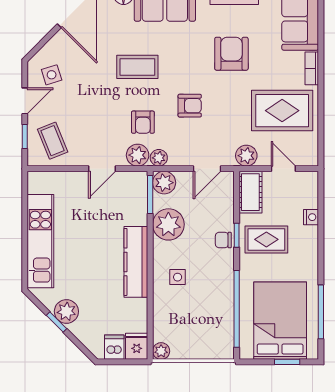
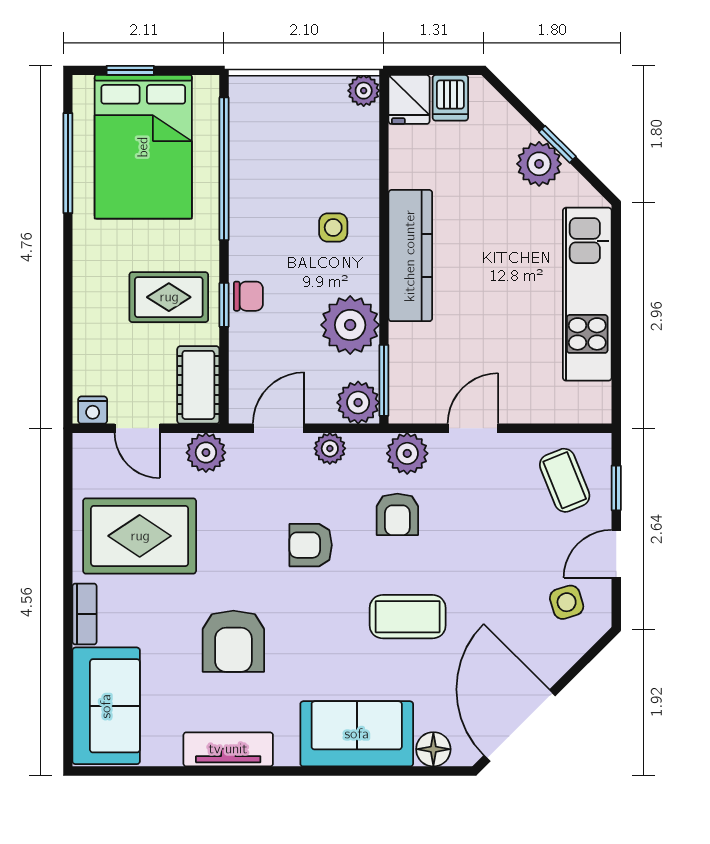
armchair: (143, 122) -> (397, 514), turned 180
plant: (159, 158) -> (330, 448), moved
nightstand: (311, 217) -> (93, 410), moved, turned -90

